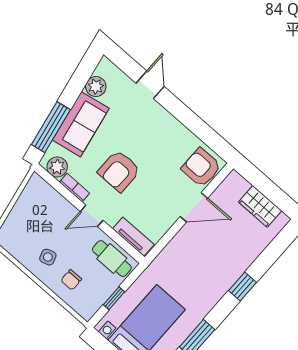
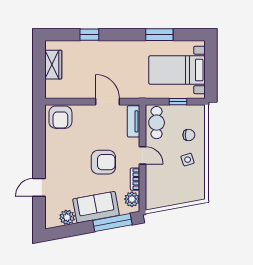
door: (194, 207) -> (107, 102), moved
window: (243, 286) -> (89, 35), moved

